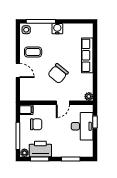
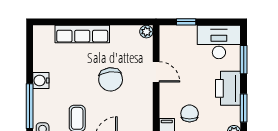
chair: (58, 73) -> (111, 79), turned 45
desk: (82, 126) -> (219, 42), moved
printer: (40, 149) -> (228, 88), moved

